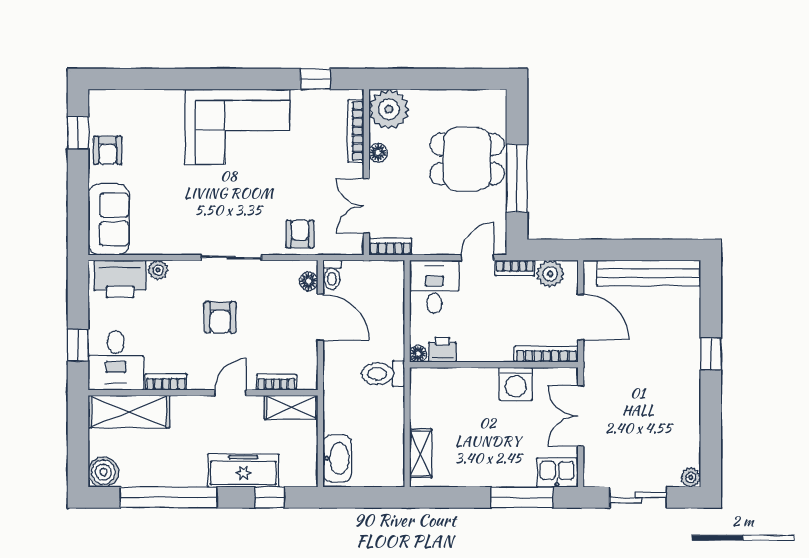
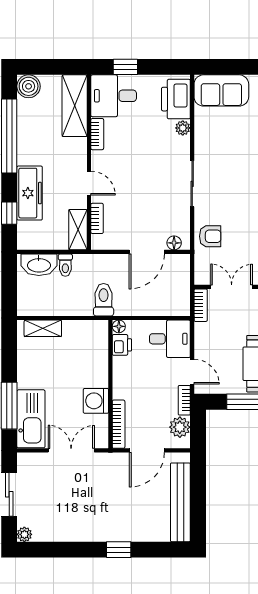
toilet: (332, 275) -> (65, 265), moved, turned -90
armchair: (220, 317) -> (147, 175), removed
kitchen sink: (557, 472) -> (31, 419), width x1.87, depth x1.24

